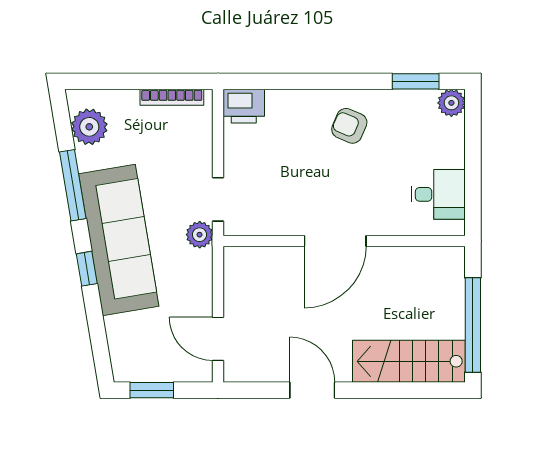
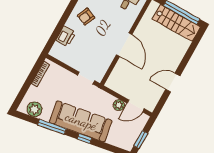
printer: (244, 106) -> (66, 36), moved
plant: (200, 235) -> (119, 105), moved
stairs: (409, 361) -> (176, 23), moved, turned -90

